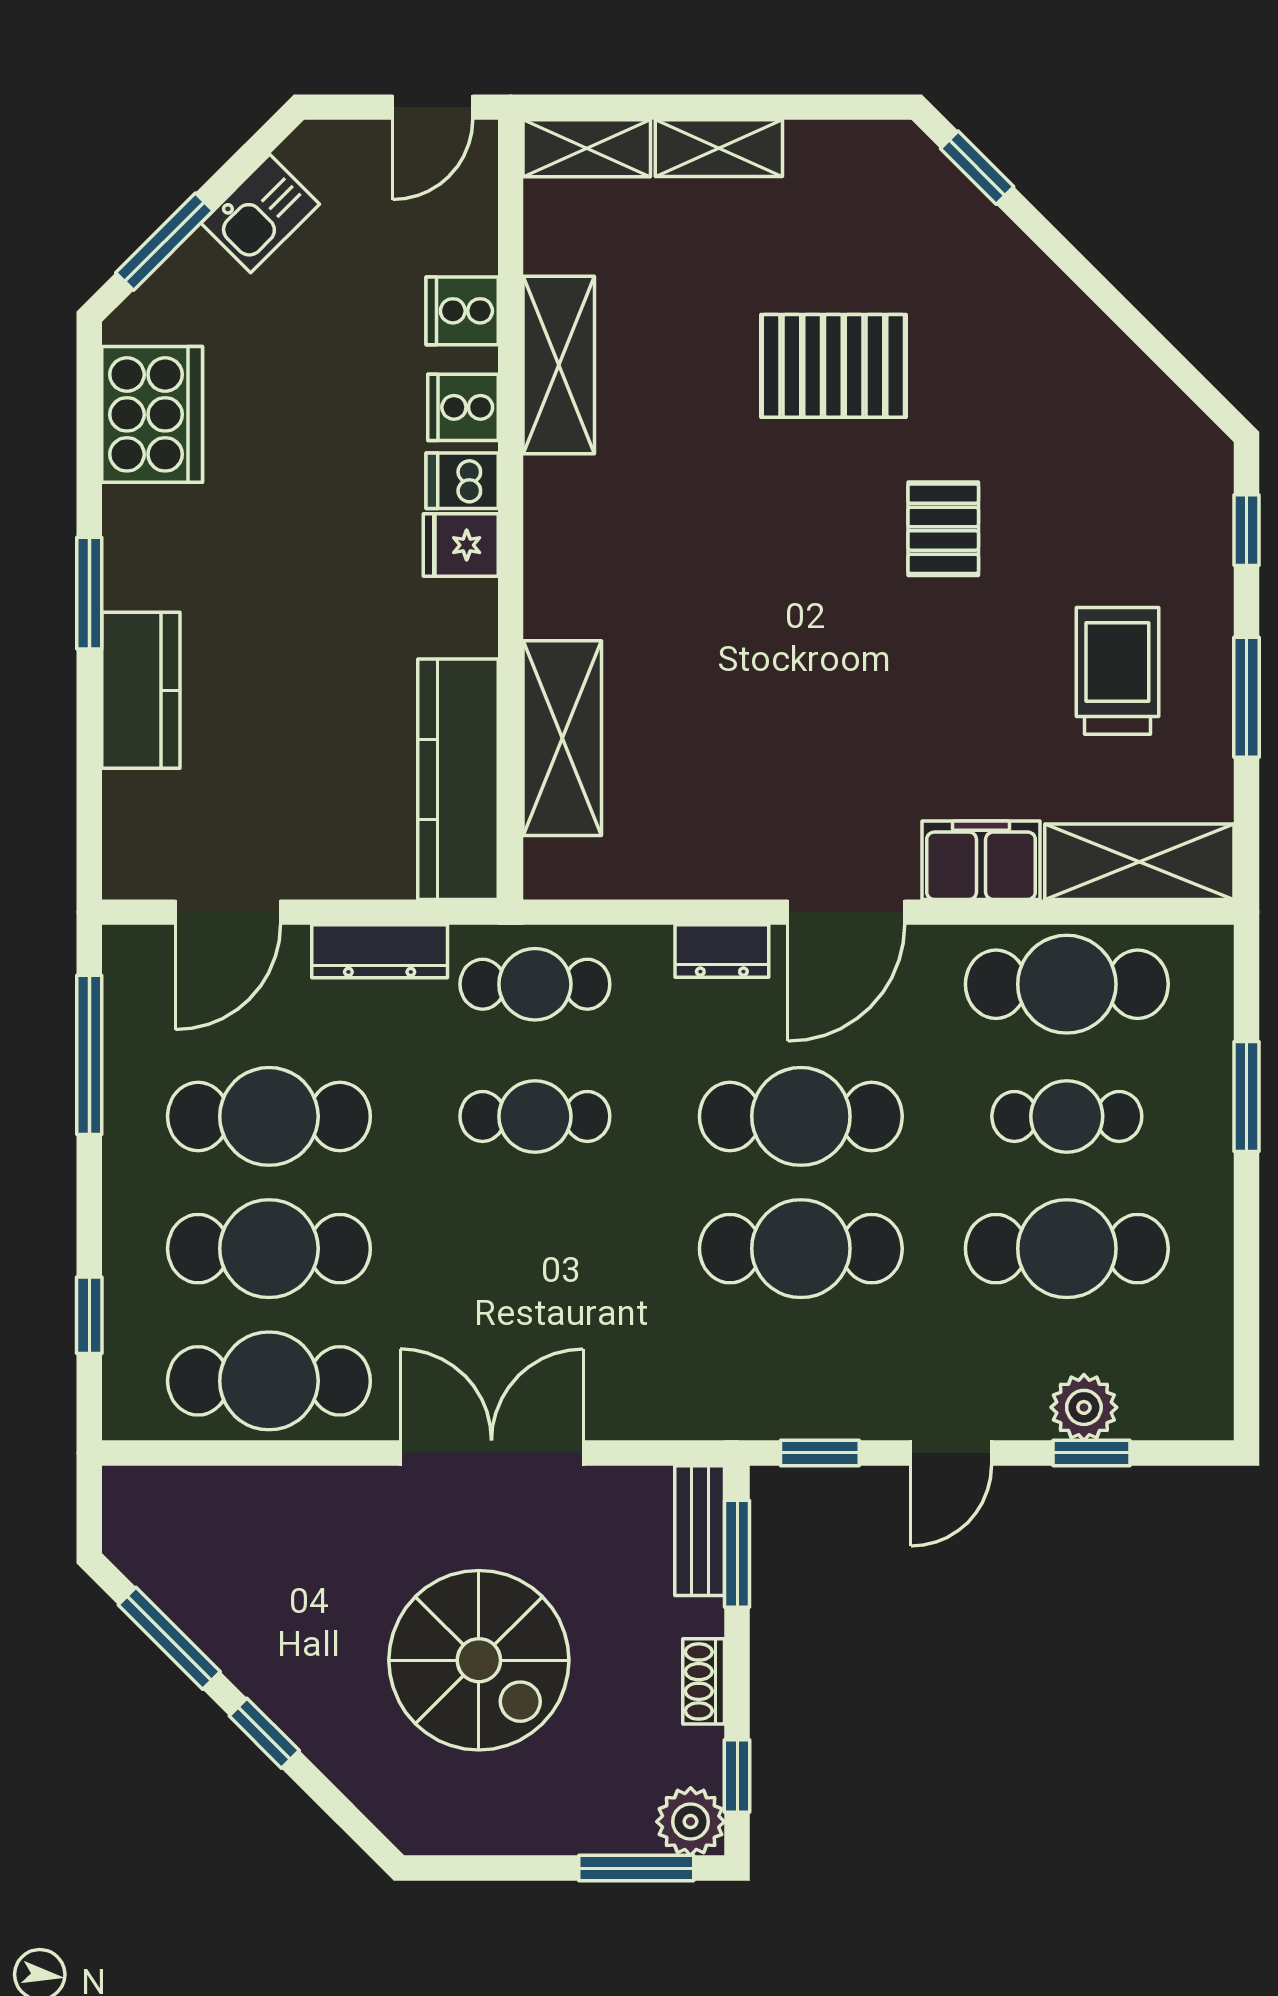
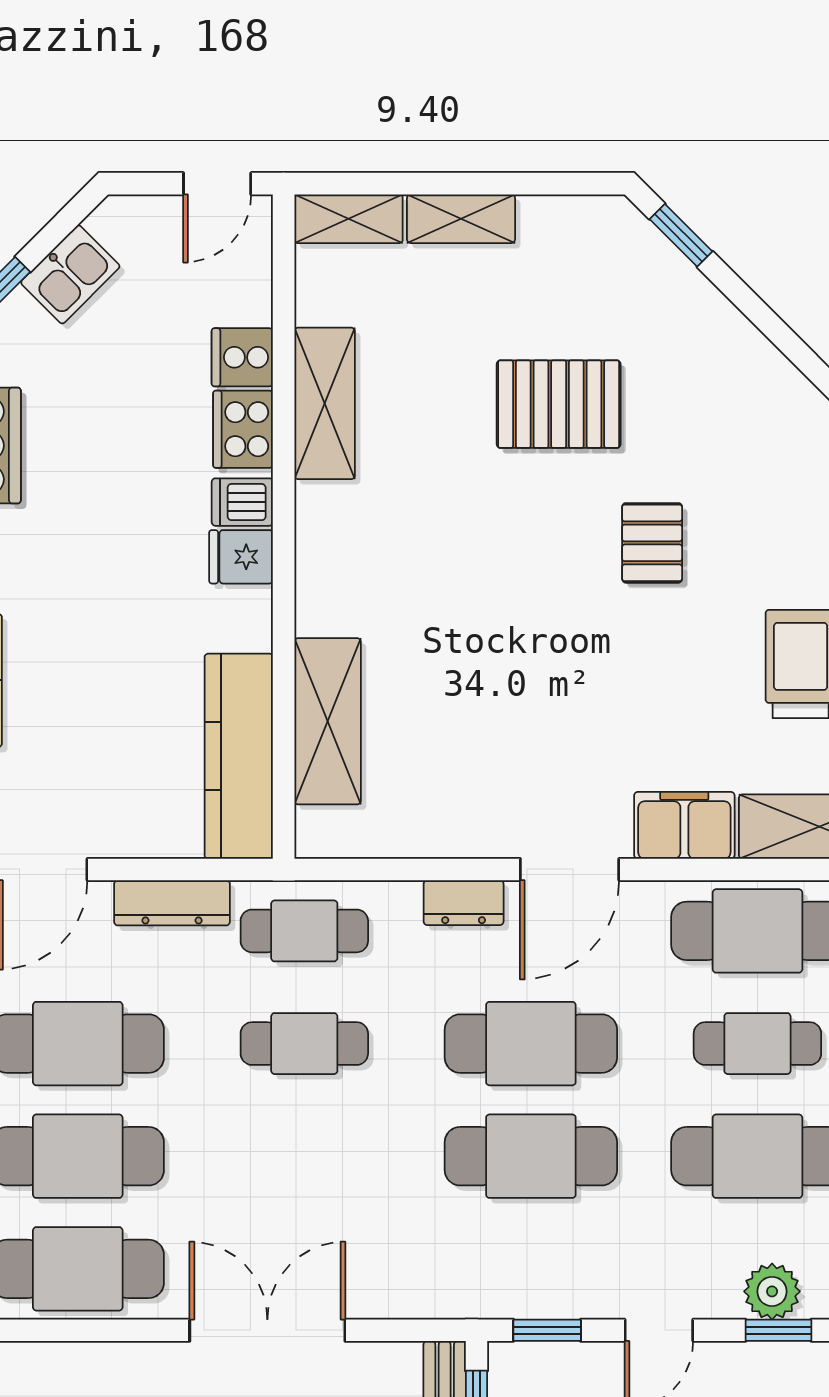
cooker: (463, 407) -> (243, 429), width x1.36

